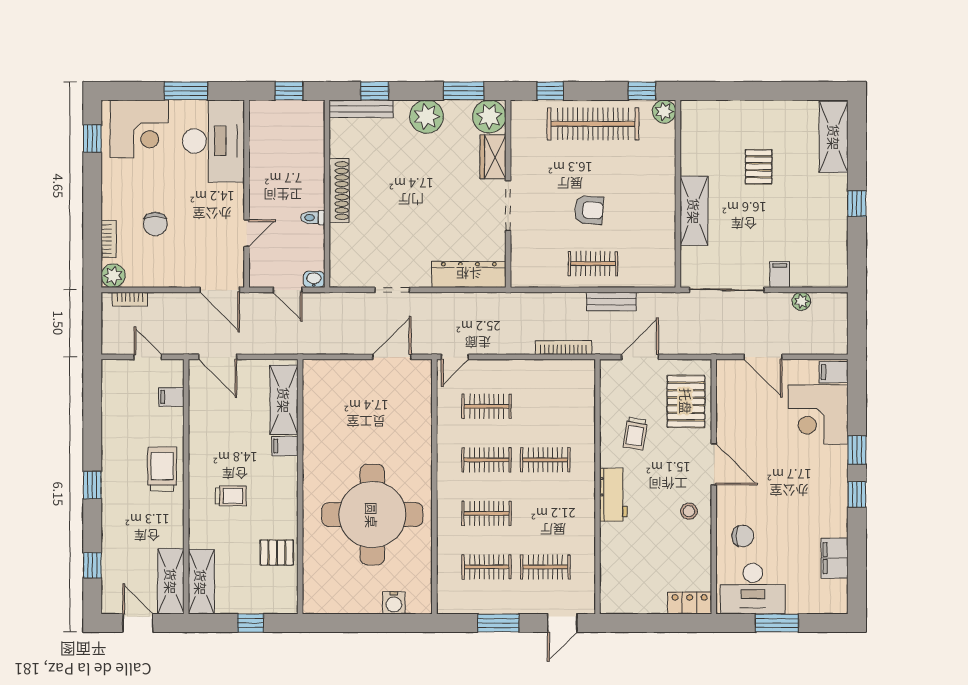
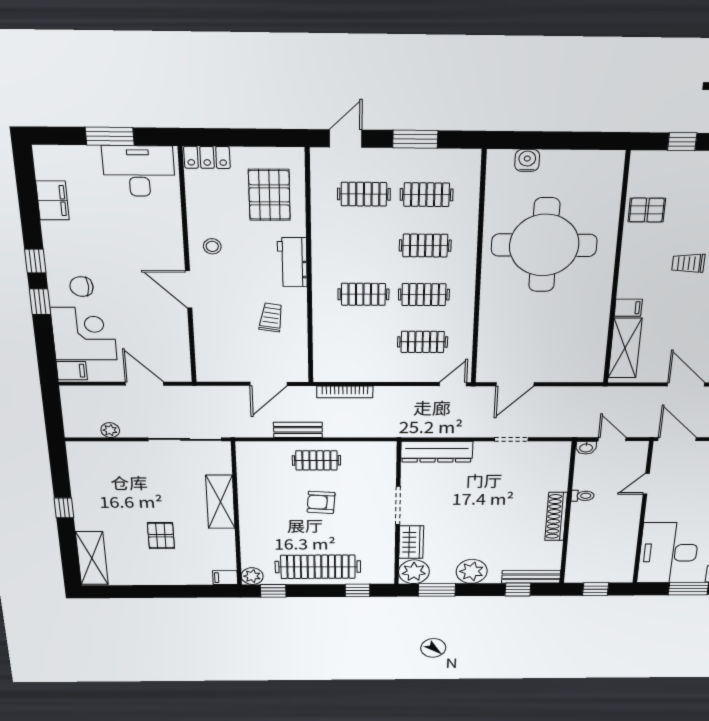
filing cabinet: (780, 275) -> (225, 578), moved, turned 90
pallet: (686, 401) -> (269, 195), moved
chair: (743, 536) -> (82, 287), moved

